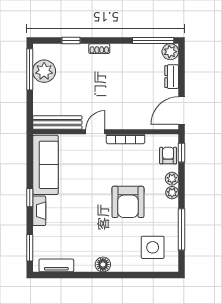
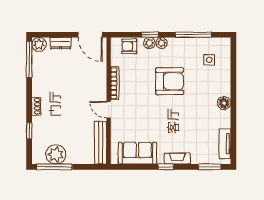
window: (181, 153) -> (150, 35), moved
sofa: (45, 165) -> (137, 153), width x0.73
side table: (153, 247) -> (209, 60), width x0.54, depth x0.54

